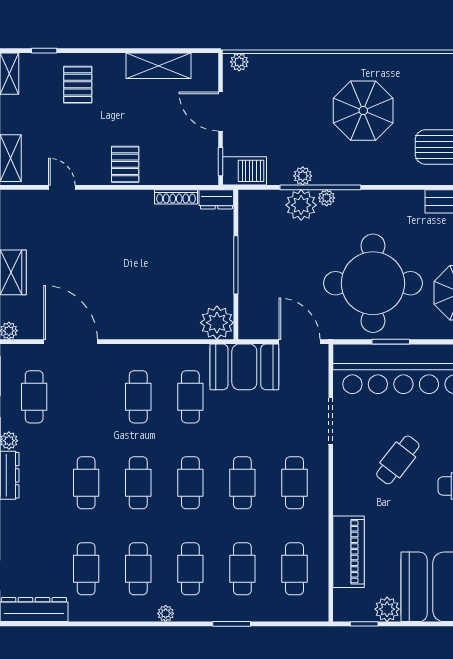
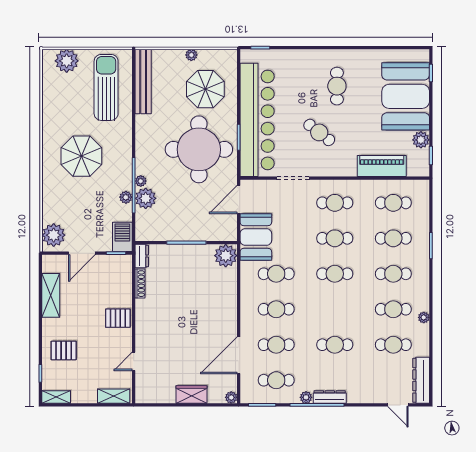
plant: (239, 62) -> (54, 235), width x1.88, depth x1.88
cafe table: (138, 483) -> (276, 345), moved
plant: (166, 613) -> (424, 317), moved

